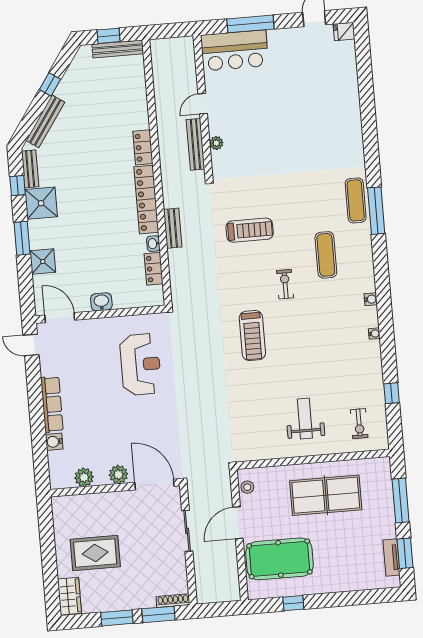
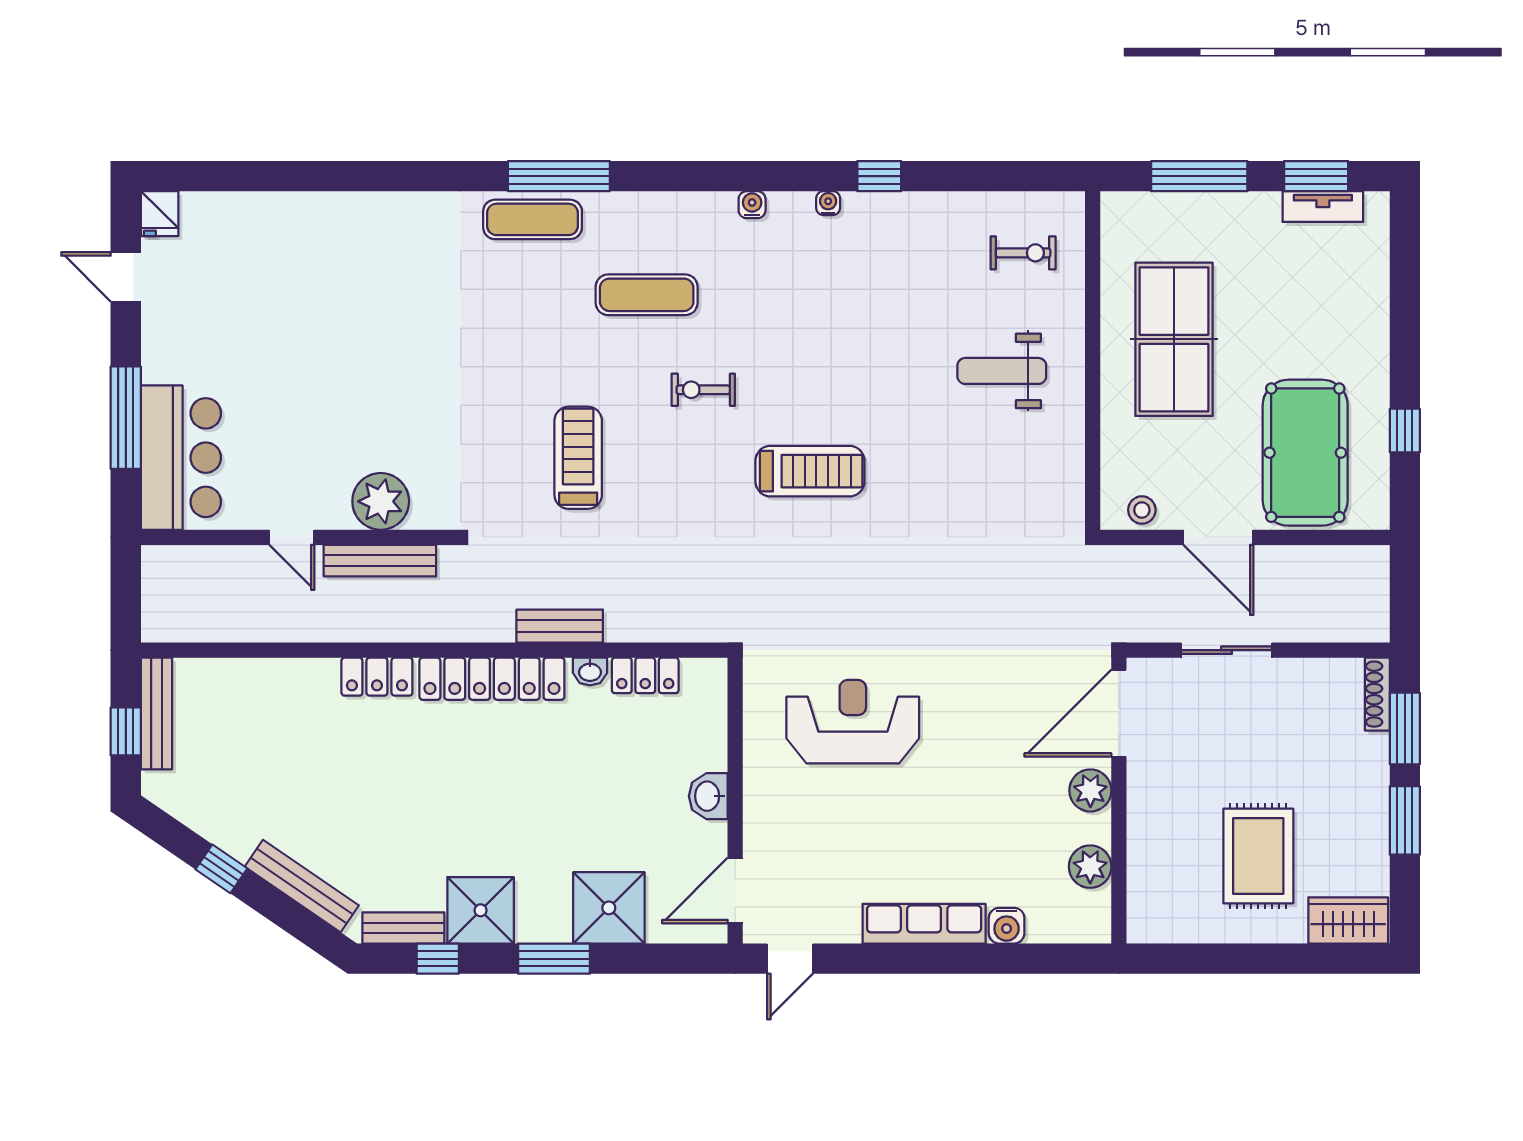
plant: (216, 143) -> (381, 501), width x1.87, depth x1.87
shower: (43, 261) -> (609, 908), width x1.36, depth x1.36
window: (392, 393) -> (879, 176), moved

